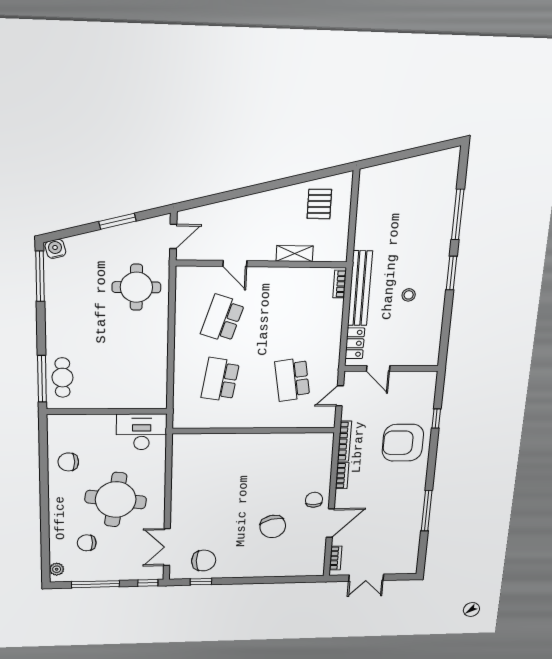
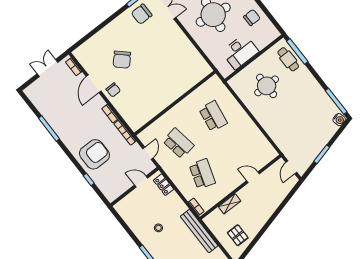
round table: (136, 287) -> (267, 86), moved
bench: (360, 288) -> (199, 231), moved
school desk: (223, 319) -> (202, 174), moved
desk: (142, 432) -> (240, 52), moved
chair: (273, 526) -> (122, 60), turned -122

